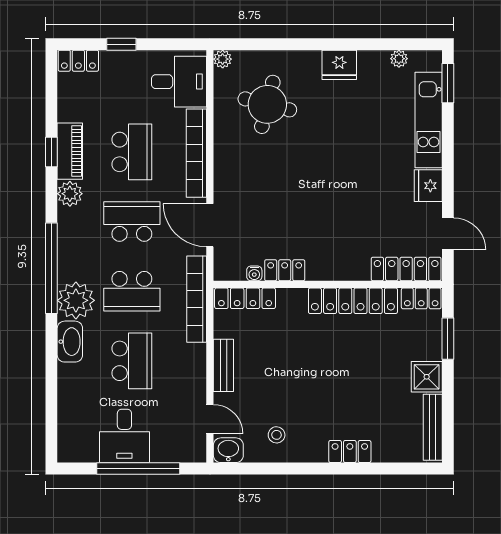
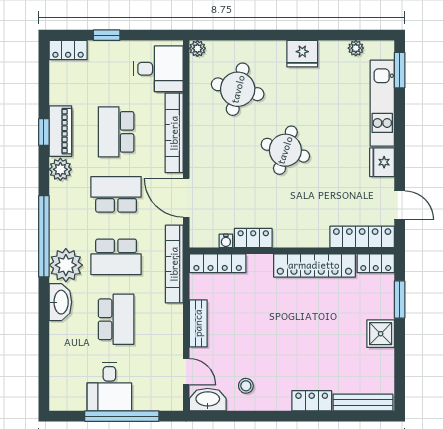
school desk: (132, 152) -> (116, 132), turned 180
round table: (321, 172) -> (285, 150), added
bench: (433, 427) -> (363, 402), moved, turned 90
washbasin: (228, 450) -> (208, 400), width x1.38

